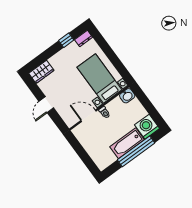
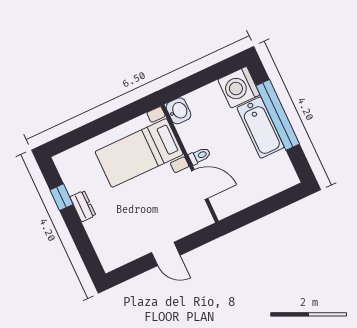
dresser: (84, 38) -> (83, 206), moved
wardrobe: (41, 72) -> (108, 251), removed
door: (89, 116) -> (200, 185), swing flipped

